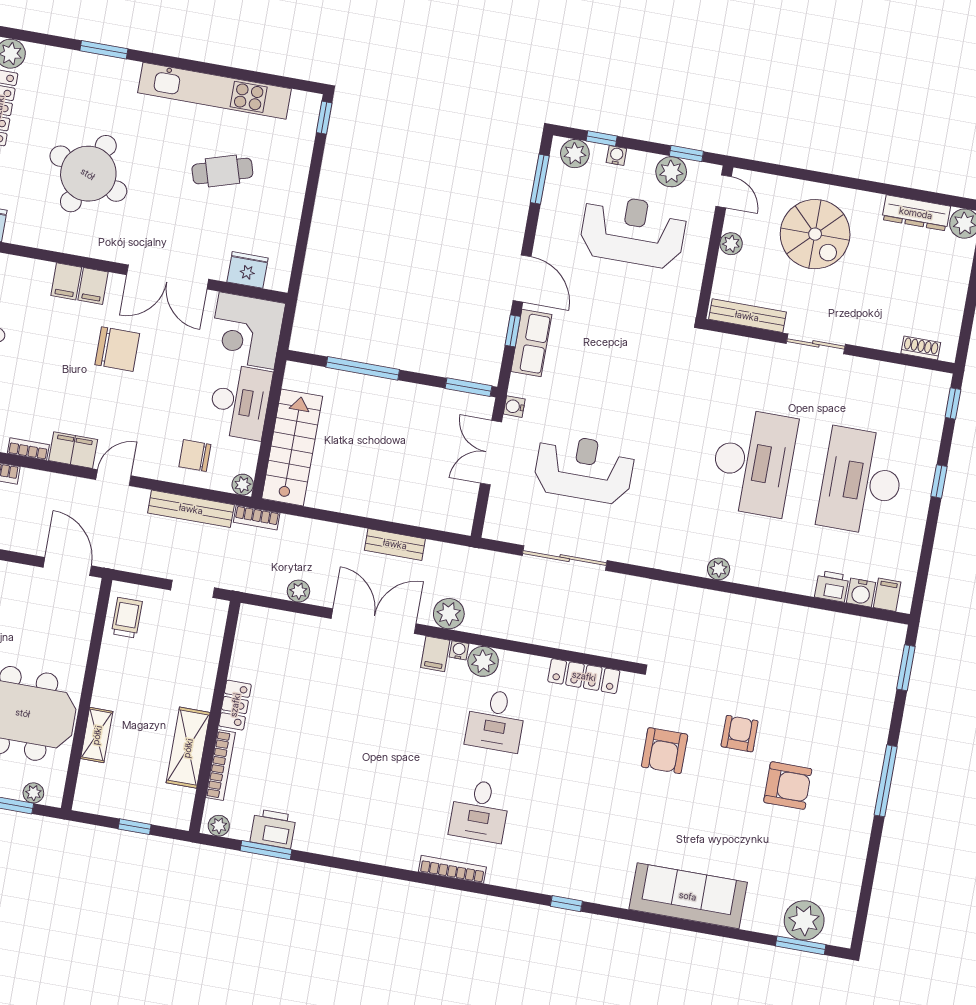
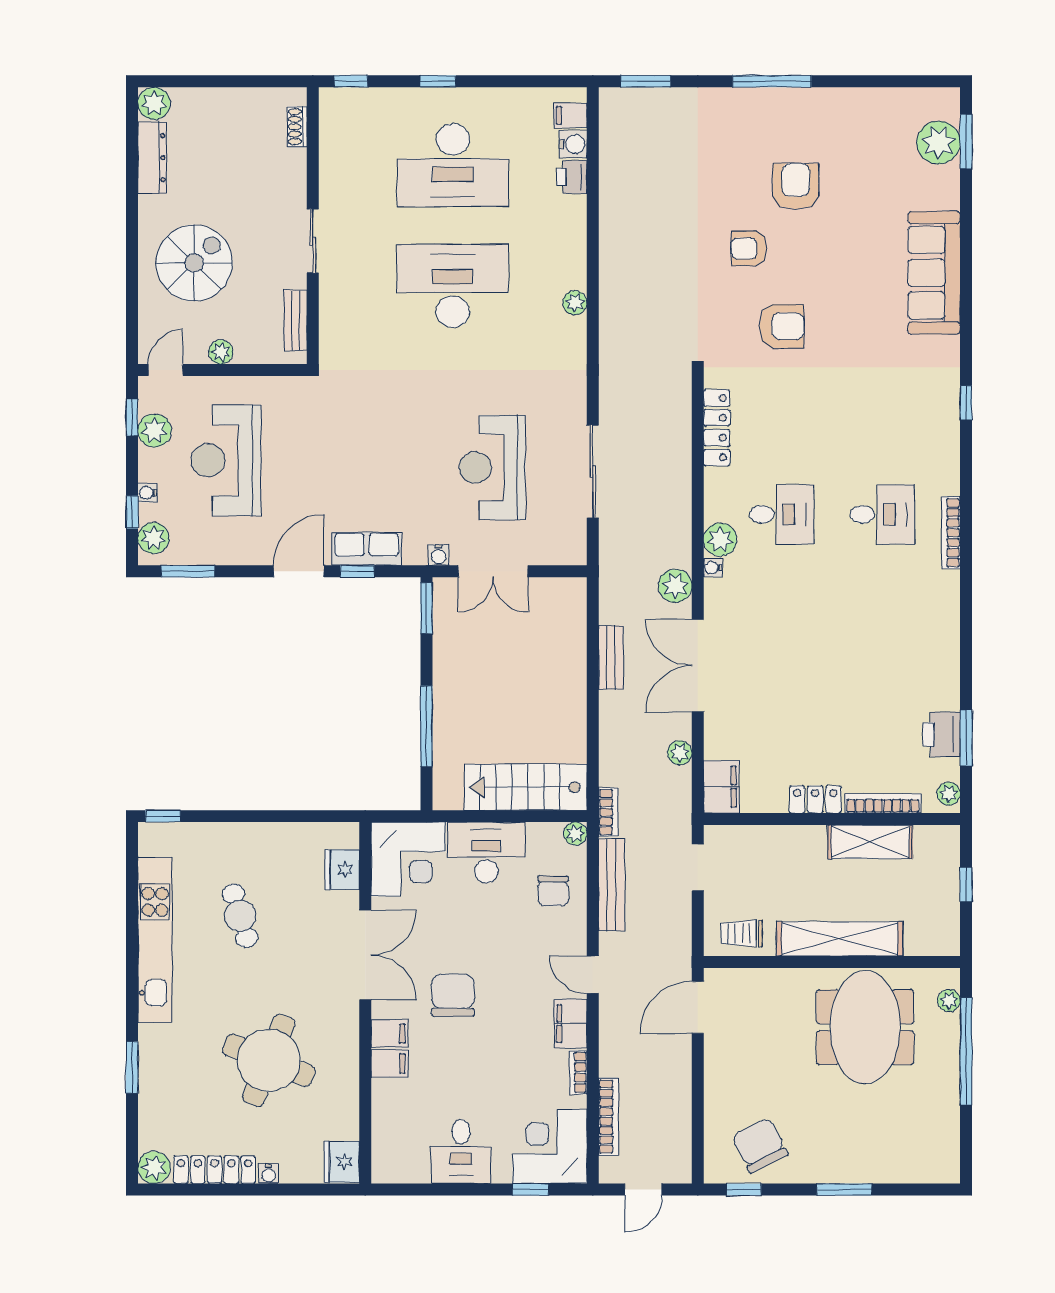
bench: (747, 316) -> (295, 320), width x0.73
filing cabinet: (435, 654) -> (721, 787), moved, width x2.00
shelving: (97, 735) -> (840, 939), width x2.20, depth x1.33

